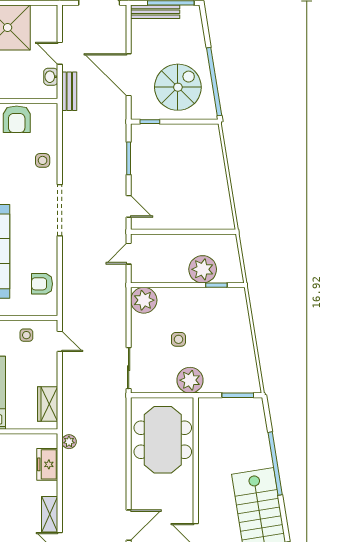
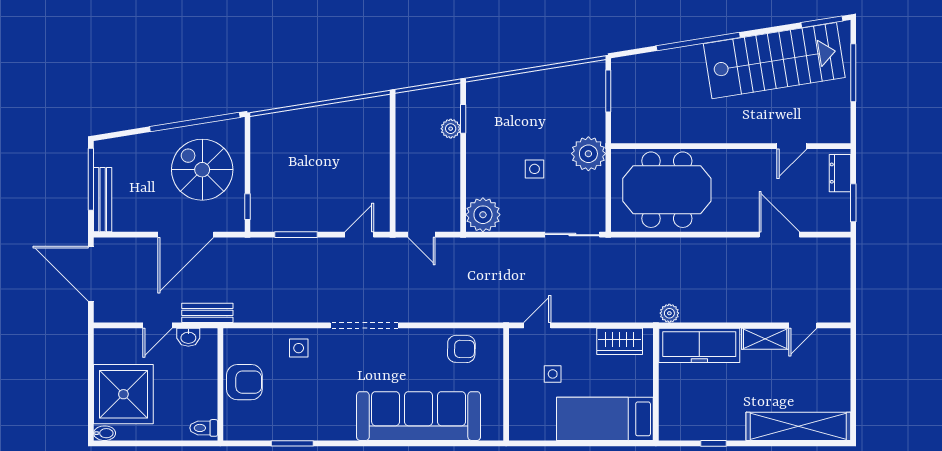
plant: (203, 269) -> (451, 129), width x0.53, depth x0.53
armchair: (42, 284) -> (461, 349), turned -89
side table: (26, 335) -> (553, 374), moved
freezer: (47, 464) -> (699, 345), width x1.91, depth x1.26

